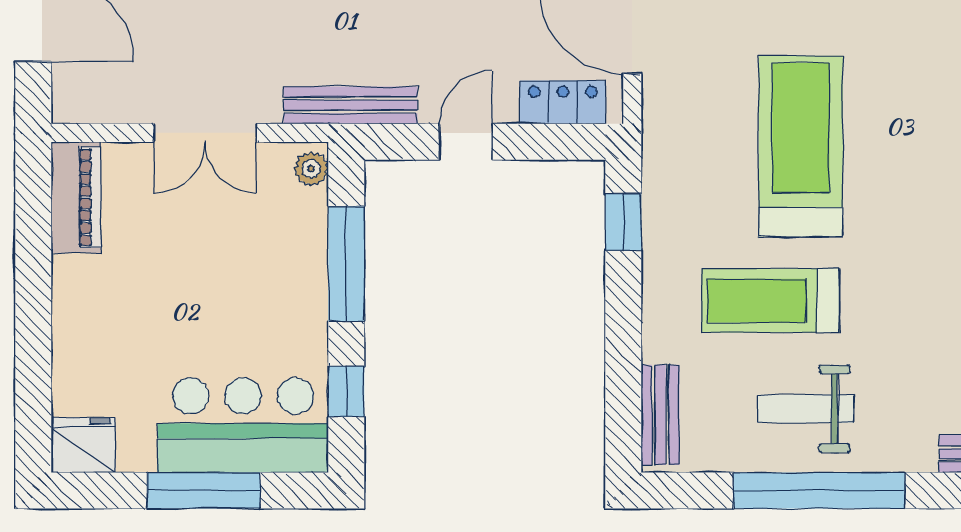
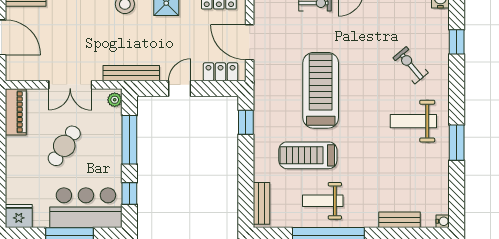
cafe table: (191, 278) -> (64, 146), added

